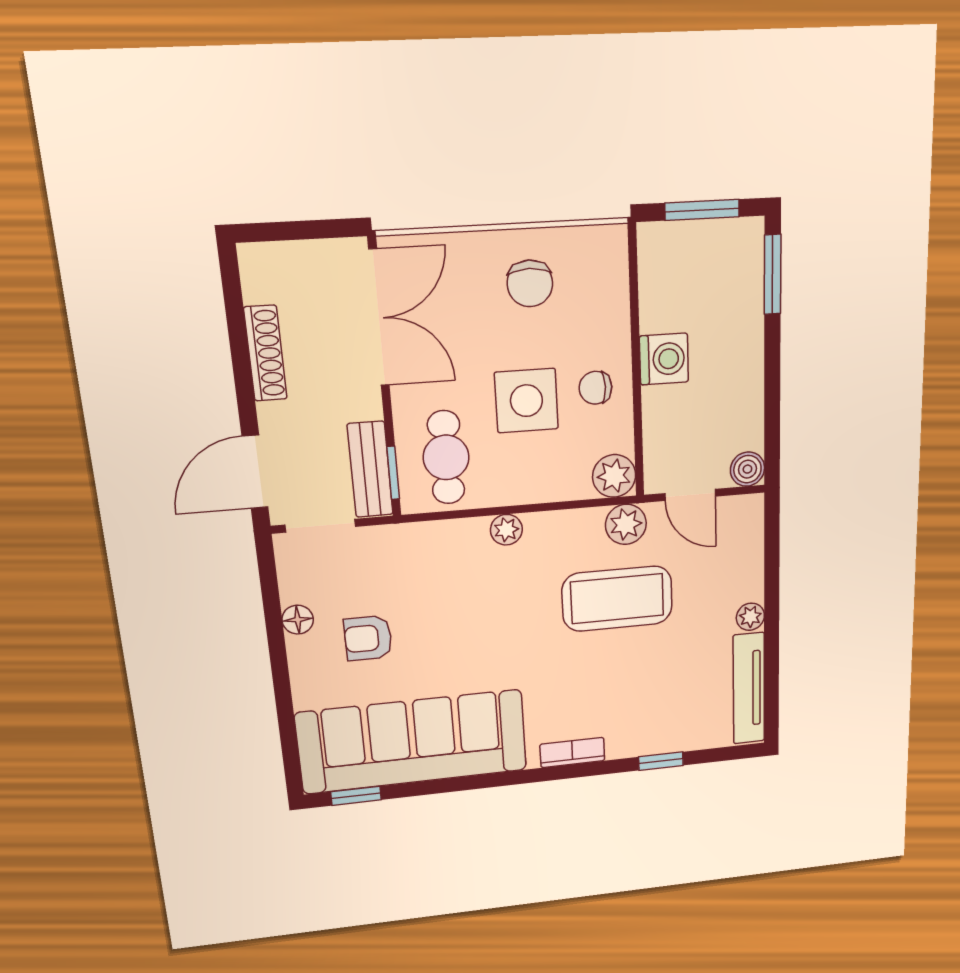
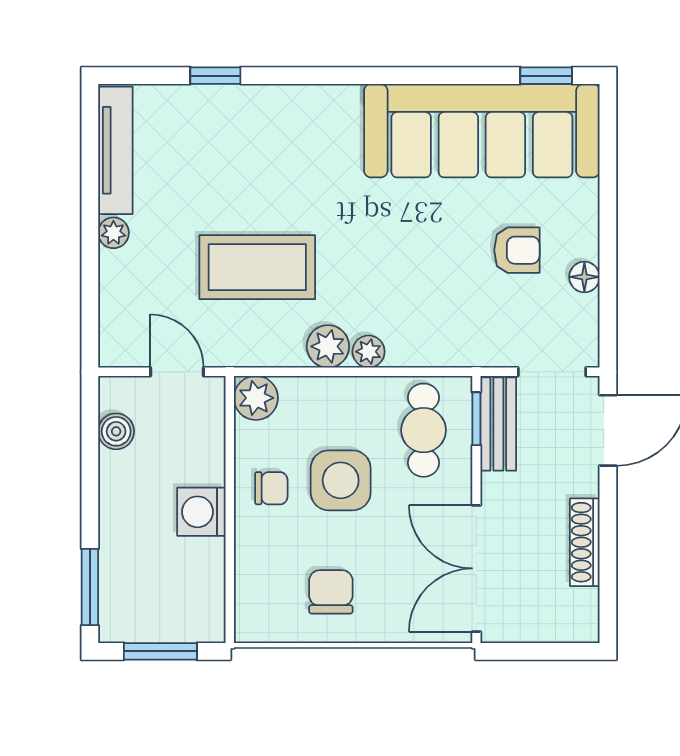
boiler: (747, 469) -> (116, 431), moved
plant: (626, 524) -> (328, 346), moved
bookcase: (572, 752) -> (313, 98), removed

